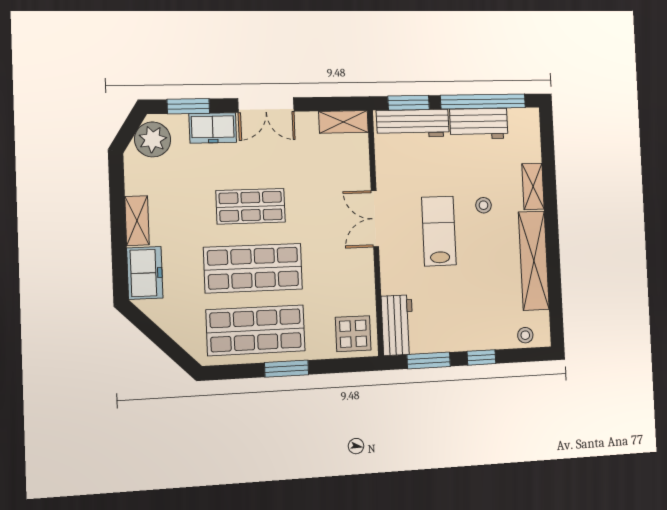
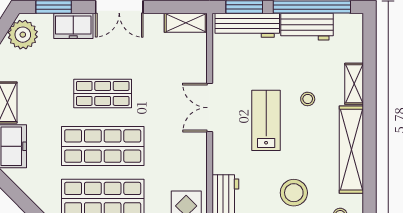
stool: (473, 312) -> (294, 193), added

